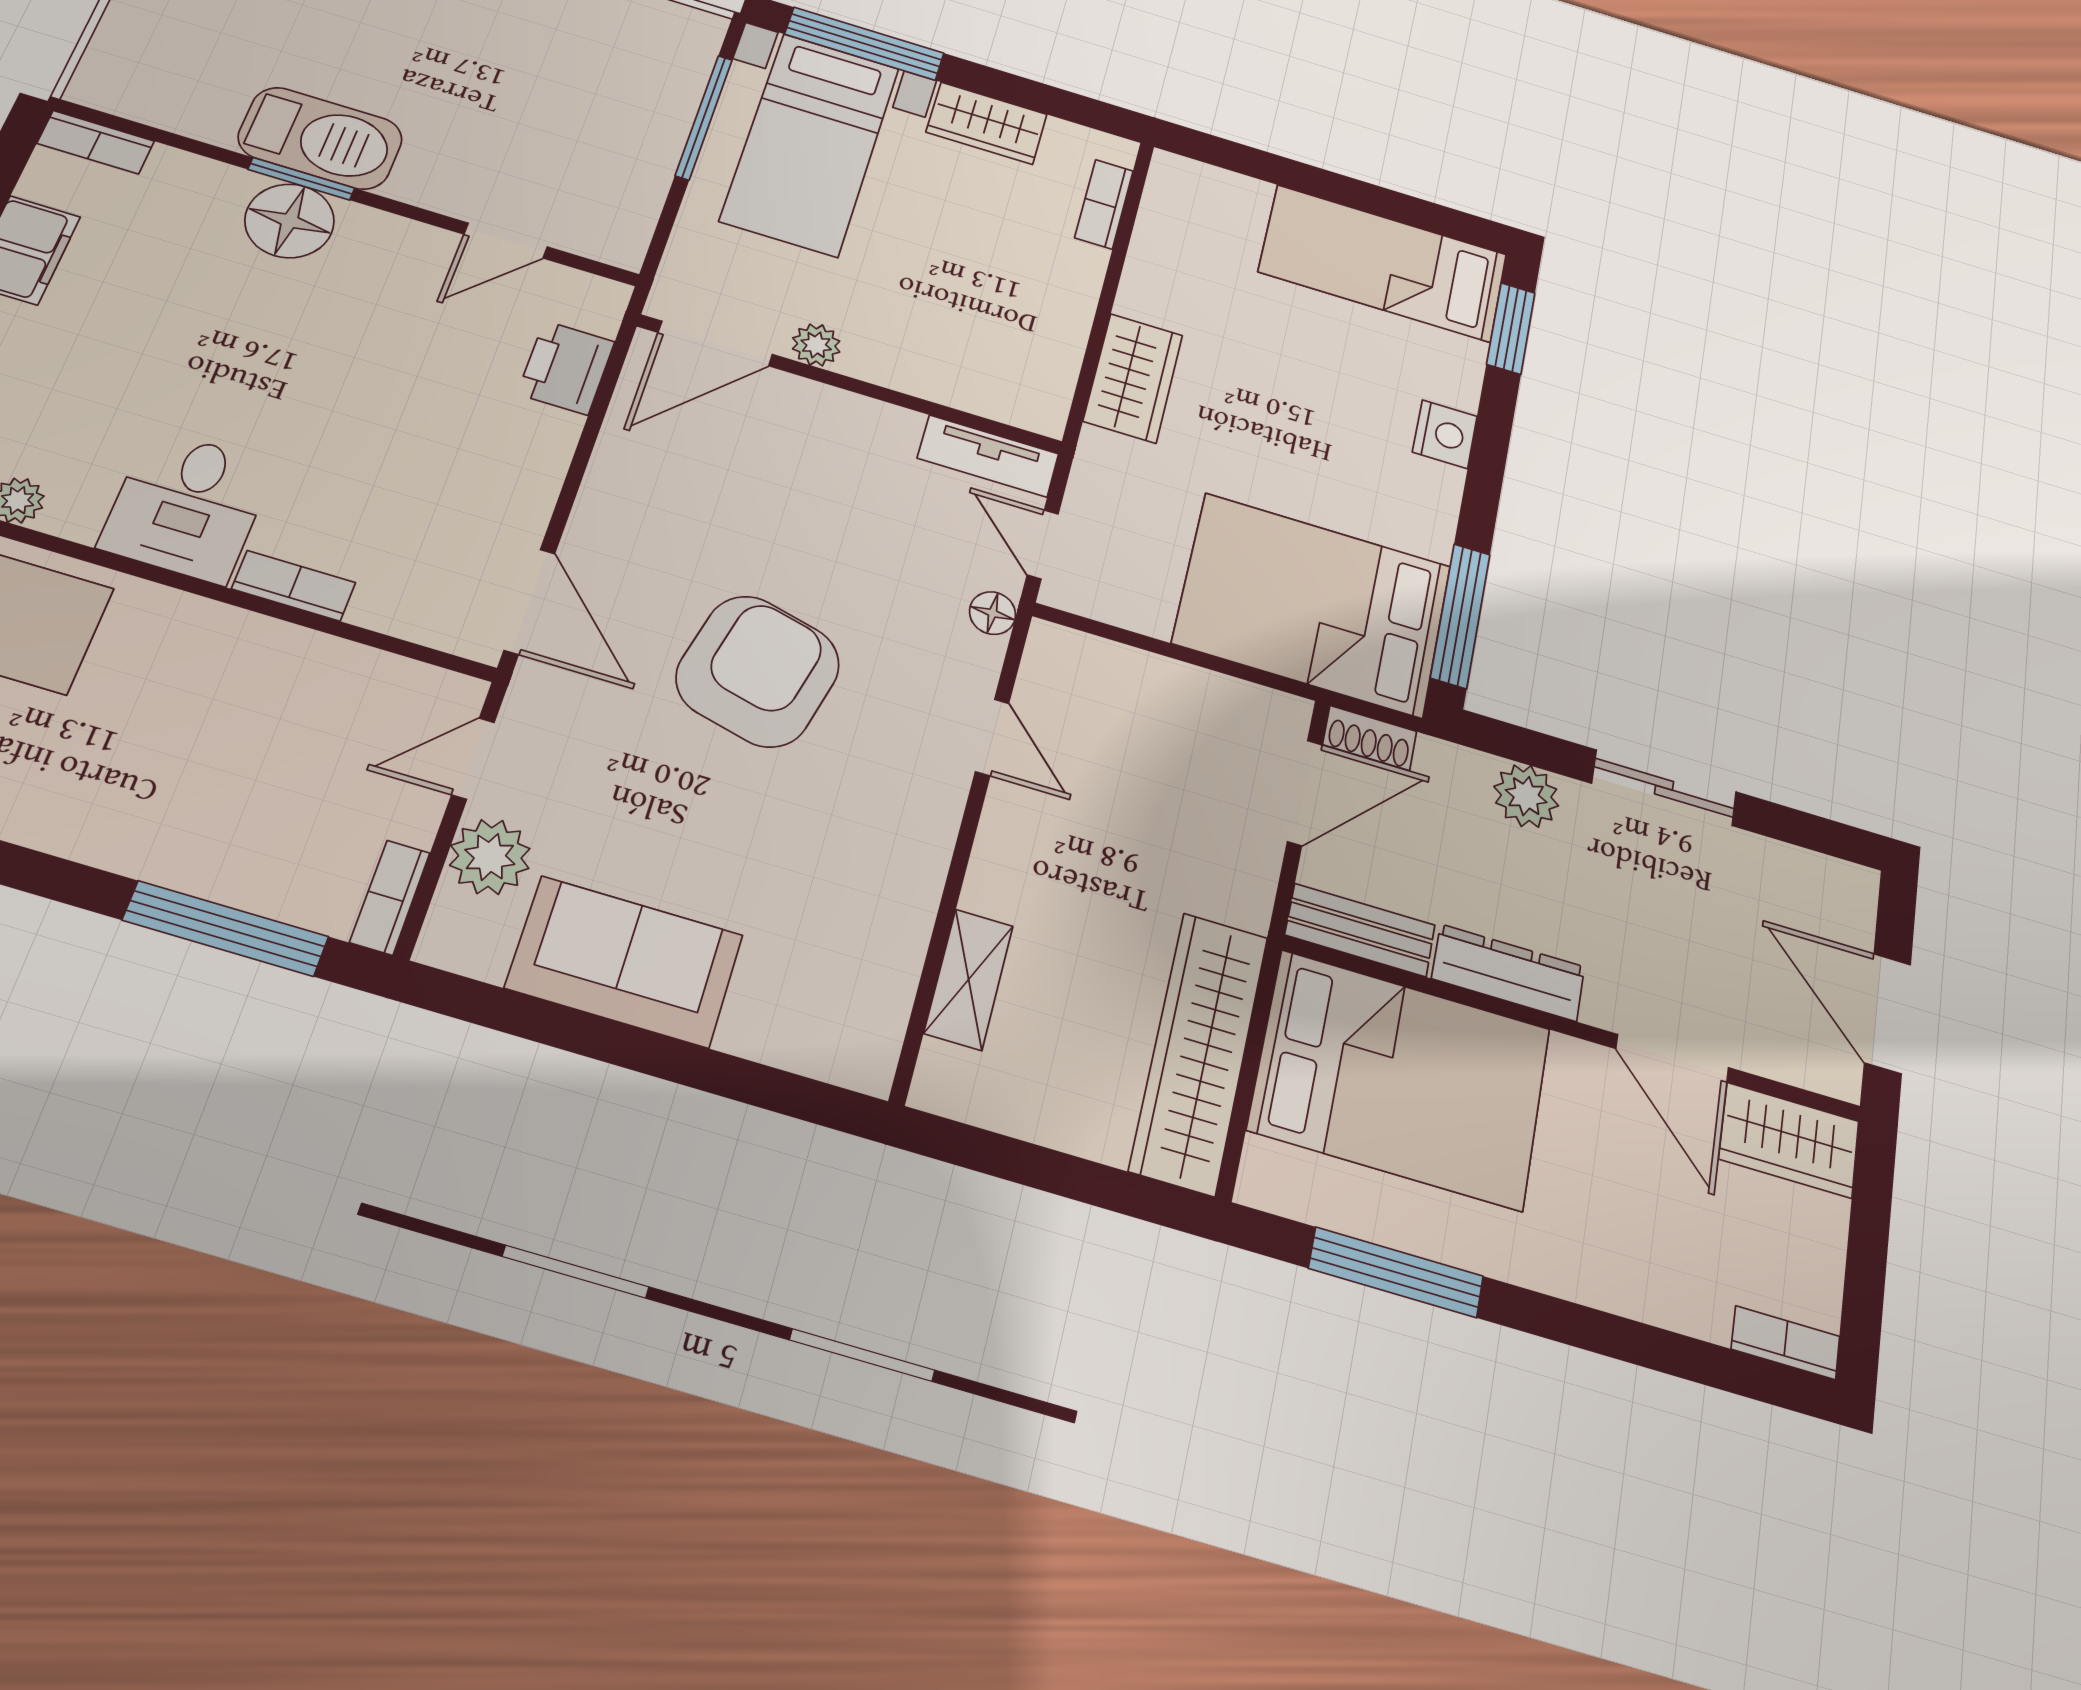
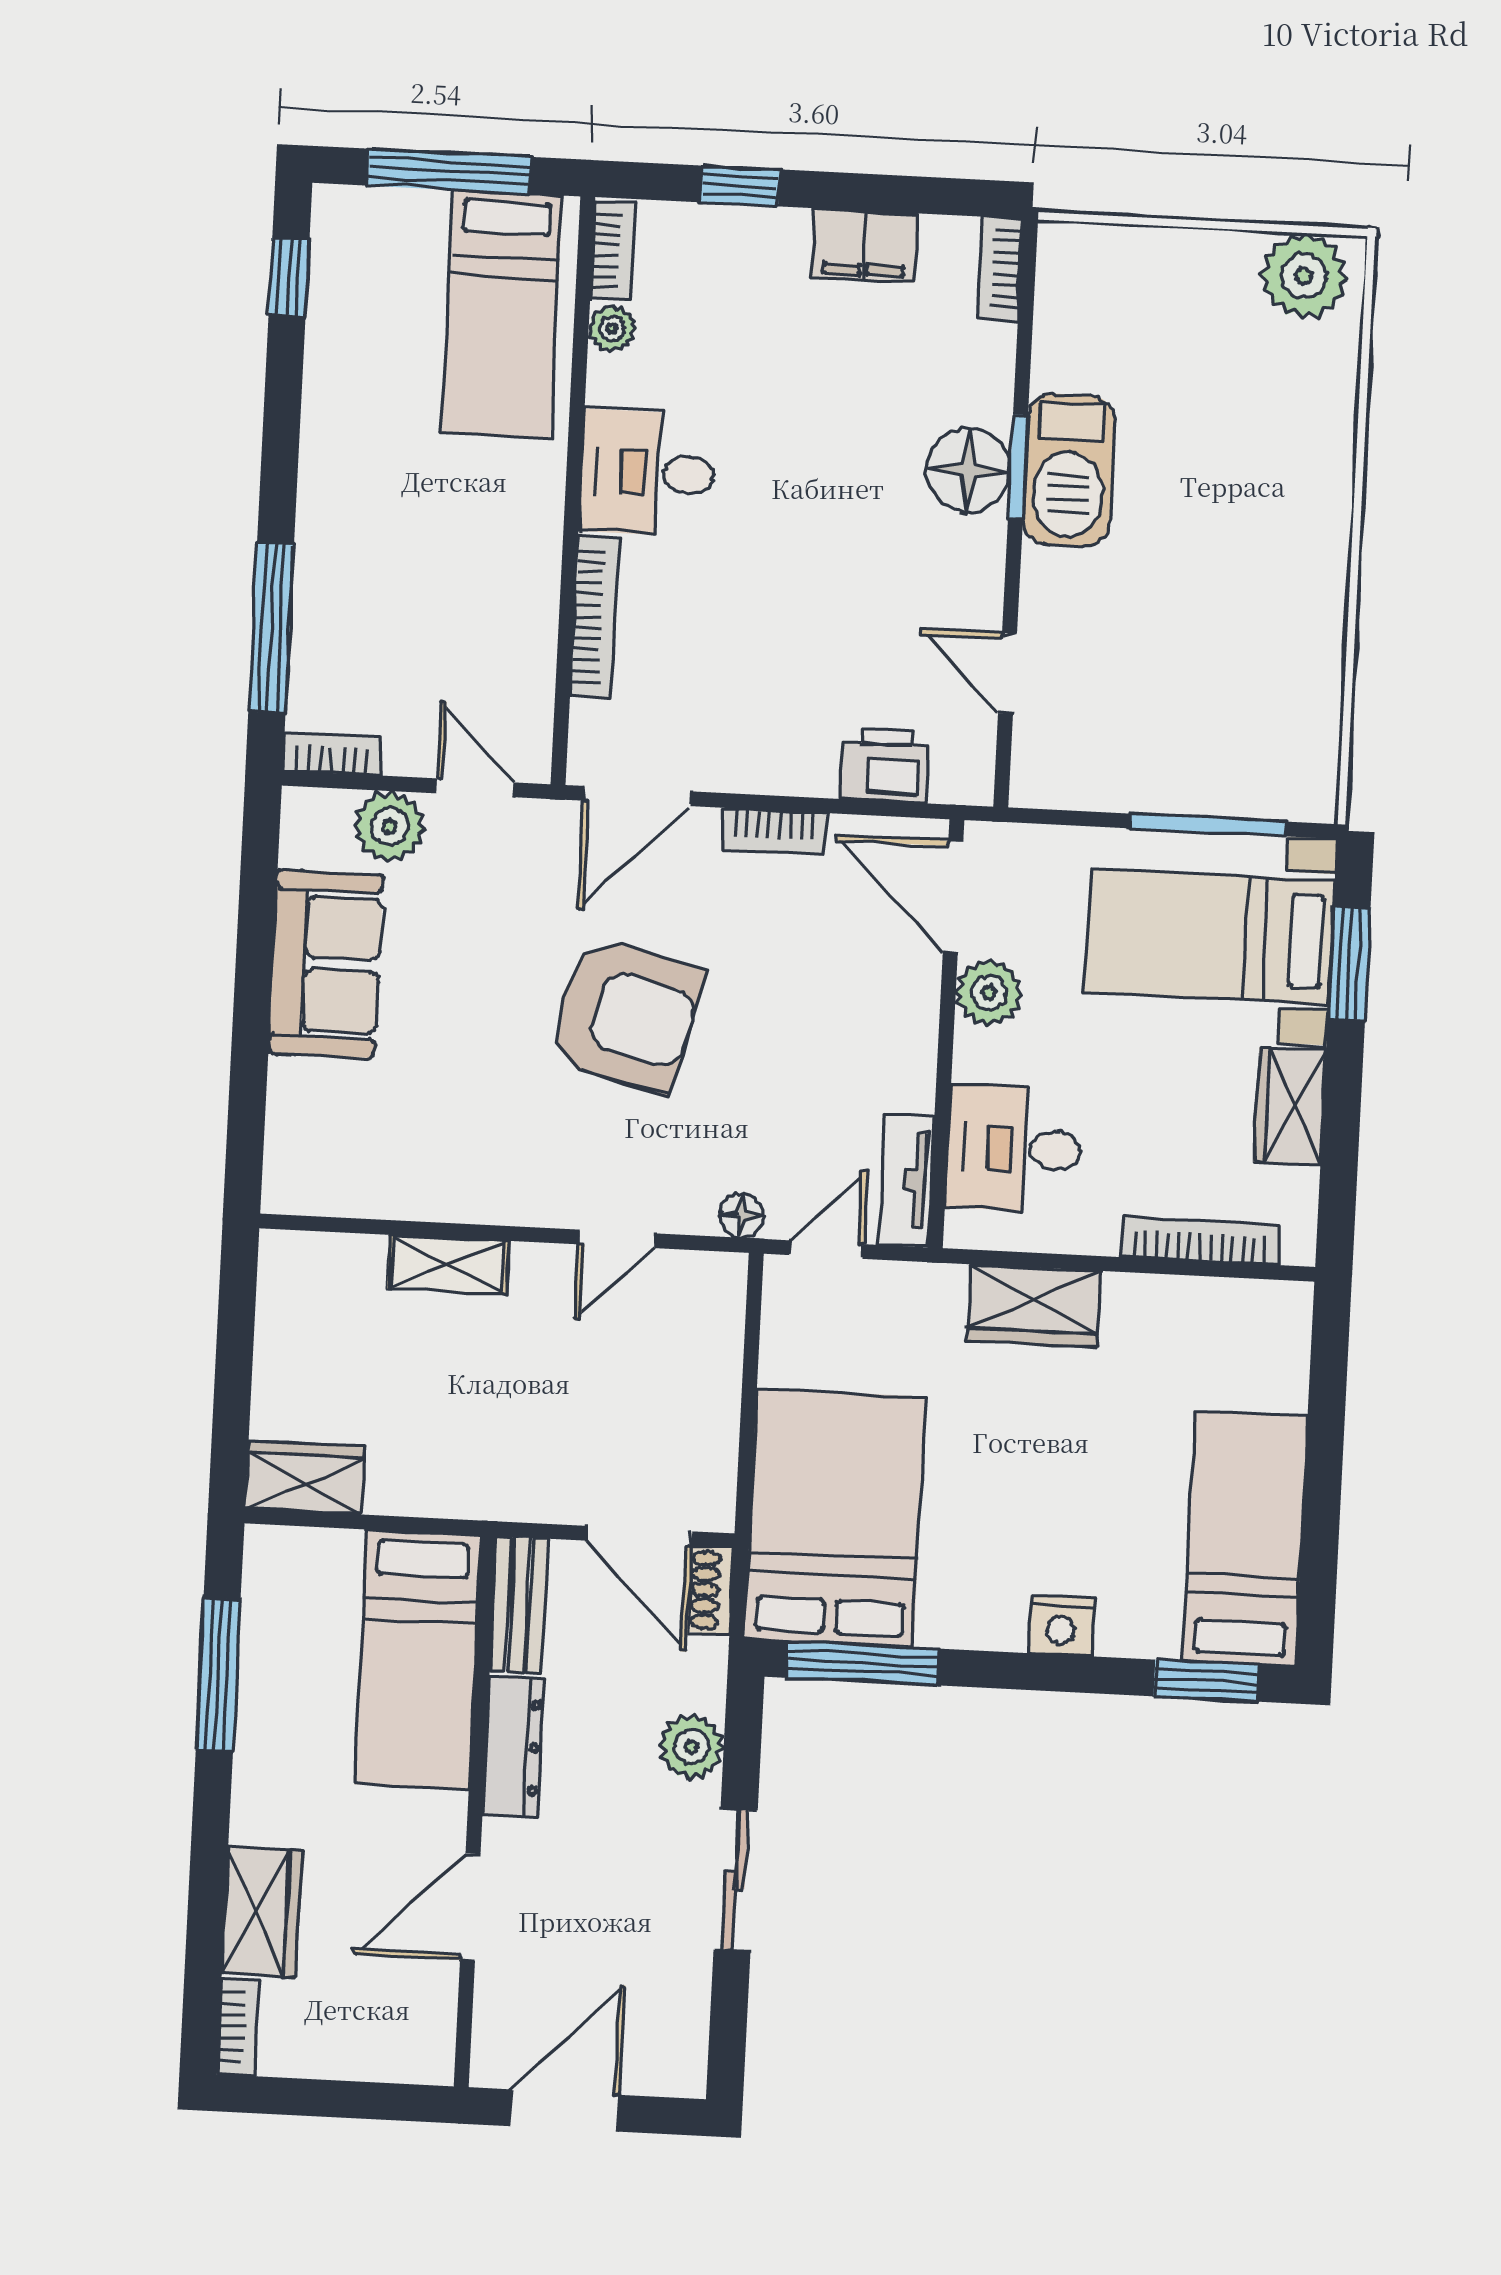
window: (864, 44) -> (1349, 963), width x0.69
bookcase: (1104, 204) -> (1200, 1241), width x1.56
plant: (816, 345) -> (989, 993), width x1.38, depth x1.38
desk: (977, 355) -> (1014, 1149), added
bookcase: (604, 484) -> (774, 831), added
bookcase: (294, 586) -> (594, 617), width x1.56
shelving: (969, 979) -> (448, 1265), moved
wardrobe: (1199, 1052) -> (305, 1478), width x0.48, depth x0.85
bed: (1400, 1079) -> (418, 1660), width x0.67
wardrobe: (1789, 1140) -> (261, 1912), moved, turned 180

